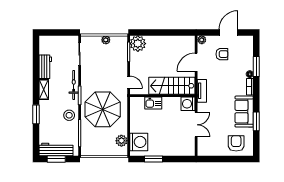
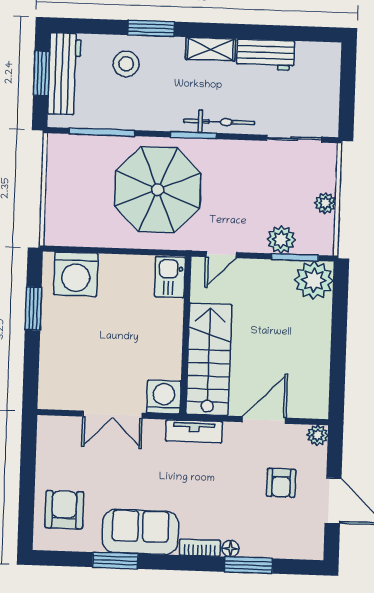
door: (196, 62) -> (264, 420), hinge flipped
kitchen sink: (153, 103) -> (170, 277), moved
stool: (69, 115) -> (126, 64), moved
plant: (121, 141) -> (281, 240), moved
armchair: (236, 143) -> (64, 510), turned -90

